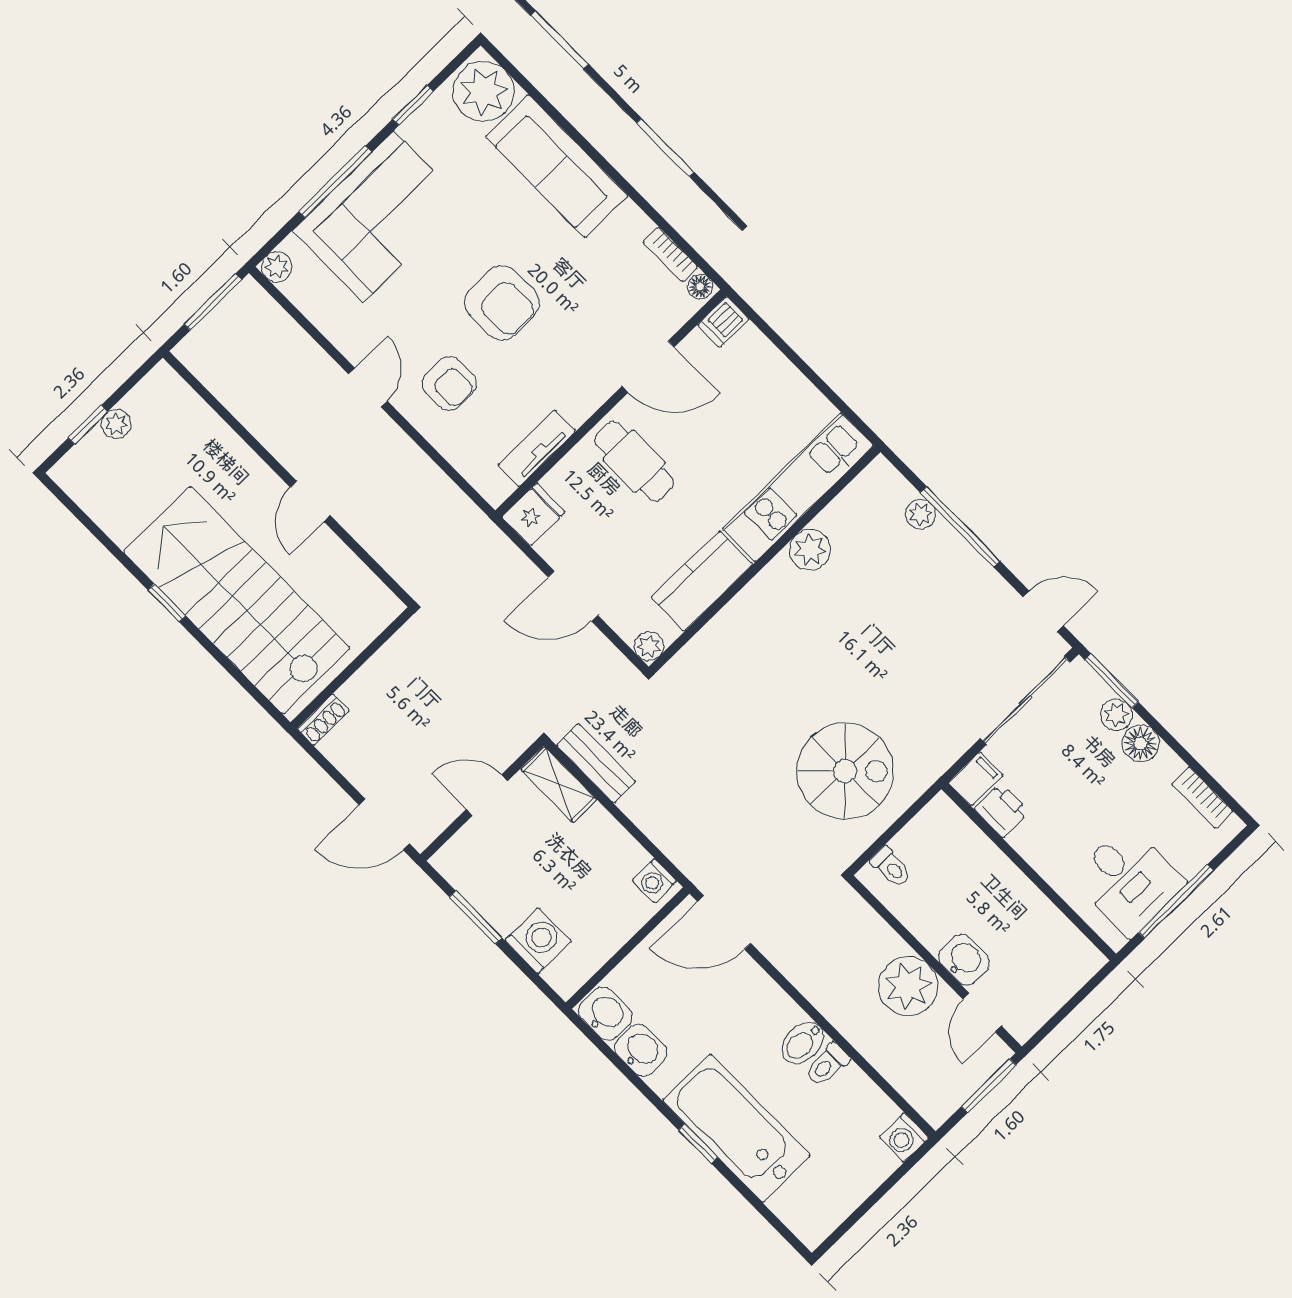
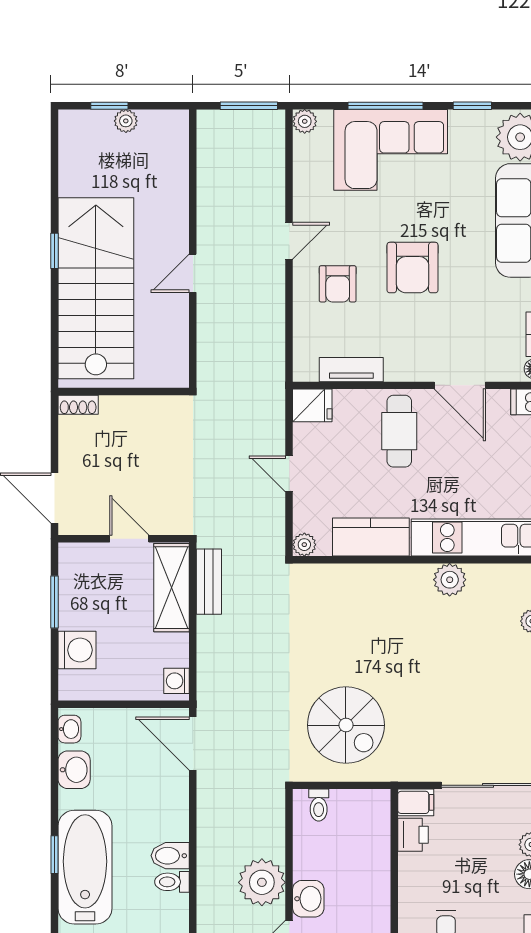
door: (573, 596) -> (289, 474), width x0.73
shelving: (559, 785) -> (172, 588), width x1.50, depth x1.33
washbasin: (605, 1014) -> (69, 729), width x0.72, depth x0.69

